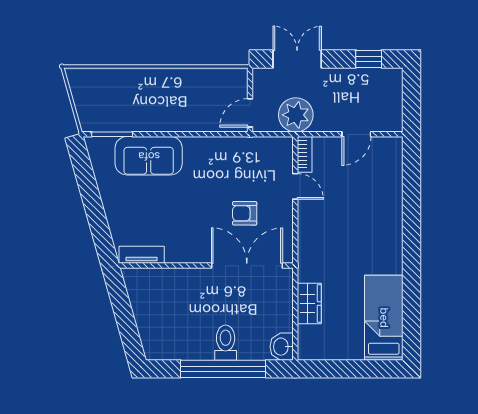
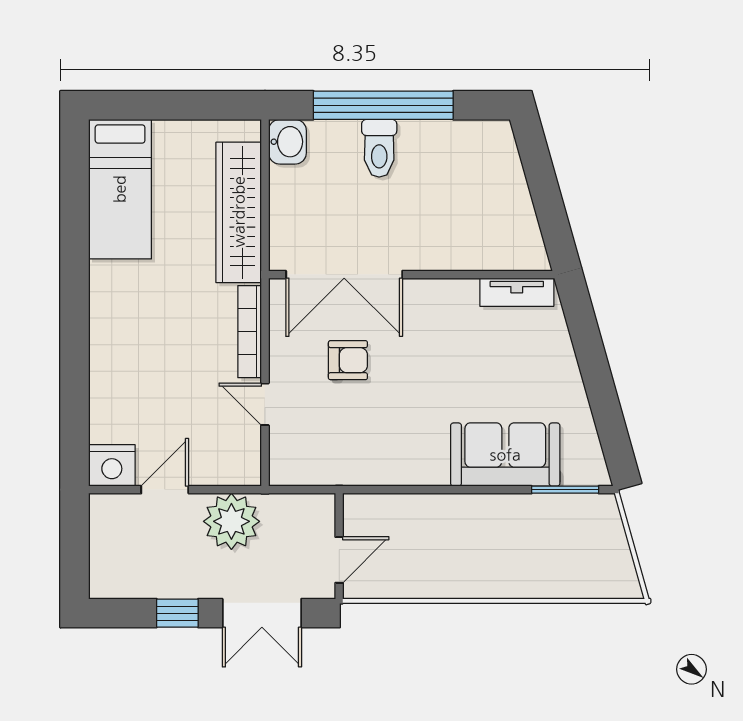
window: (369, 59) -> (177, 613), moved
door: (250, 113) -> (339, 560), moved
plant: (296, 115) -> (231, 521), moved
nightstand: (389, 149) -> (112, 465), added
bookcase: (305, 154) -> (250, 332), moved, width x1.56
wardrobe: (309, 303) -> (239, 212), width x2.10, depth x1.17

